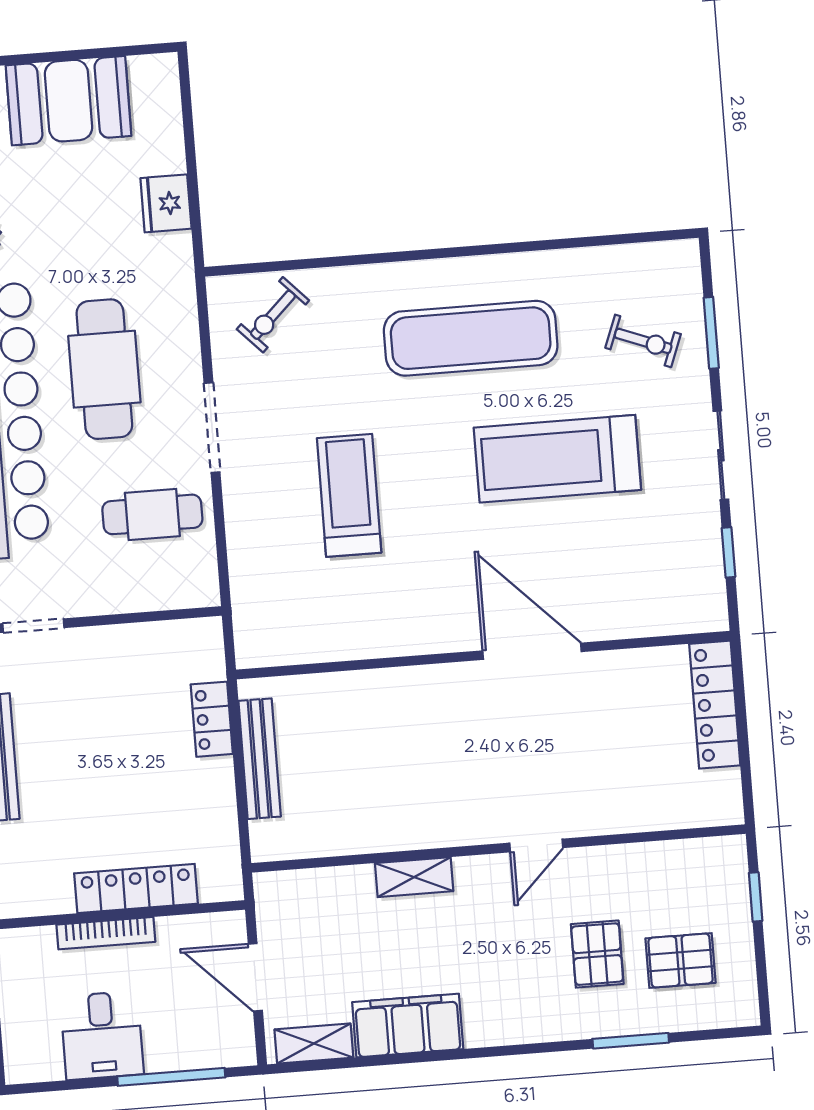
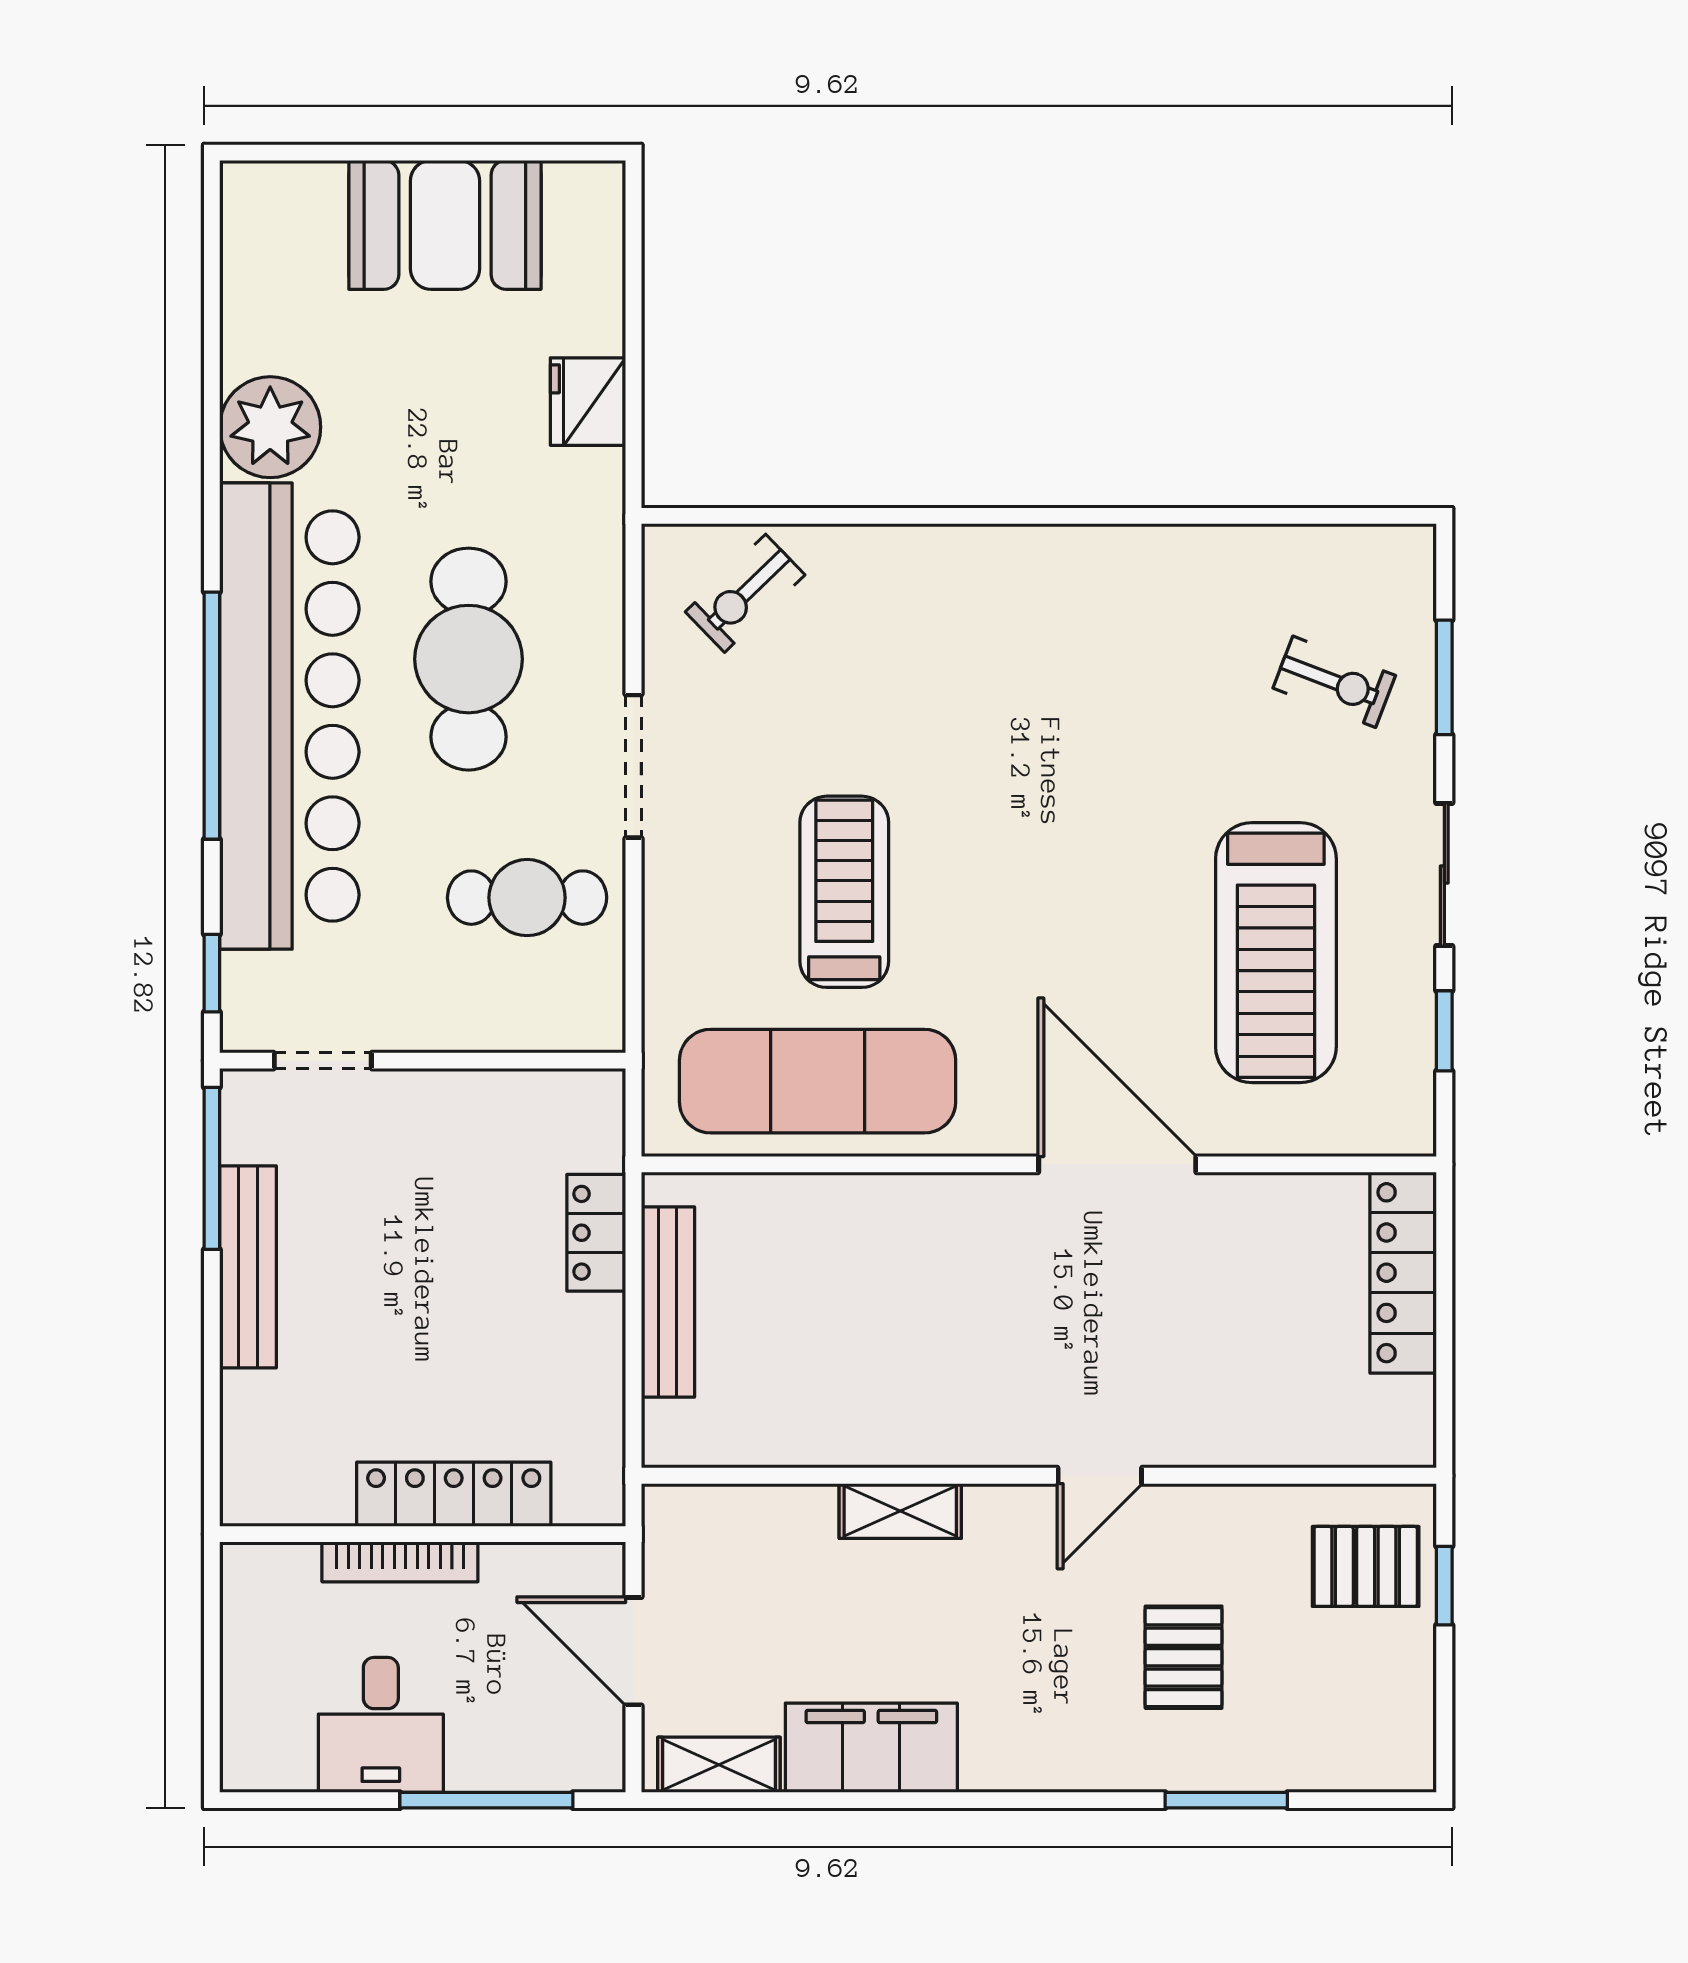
exercise mat: (471, 338) -> (818, 1081), moved
treadmill: (557, 459) -> (1276, 953), moved, turned -90
pallet: (681, 961) -> (1366, 1566), moved

